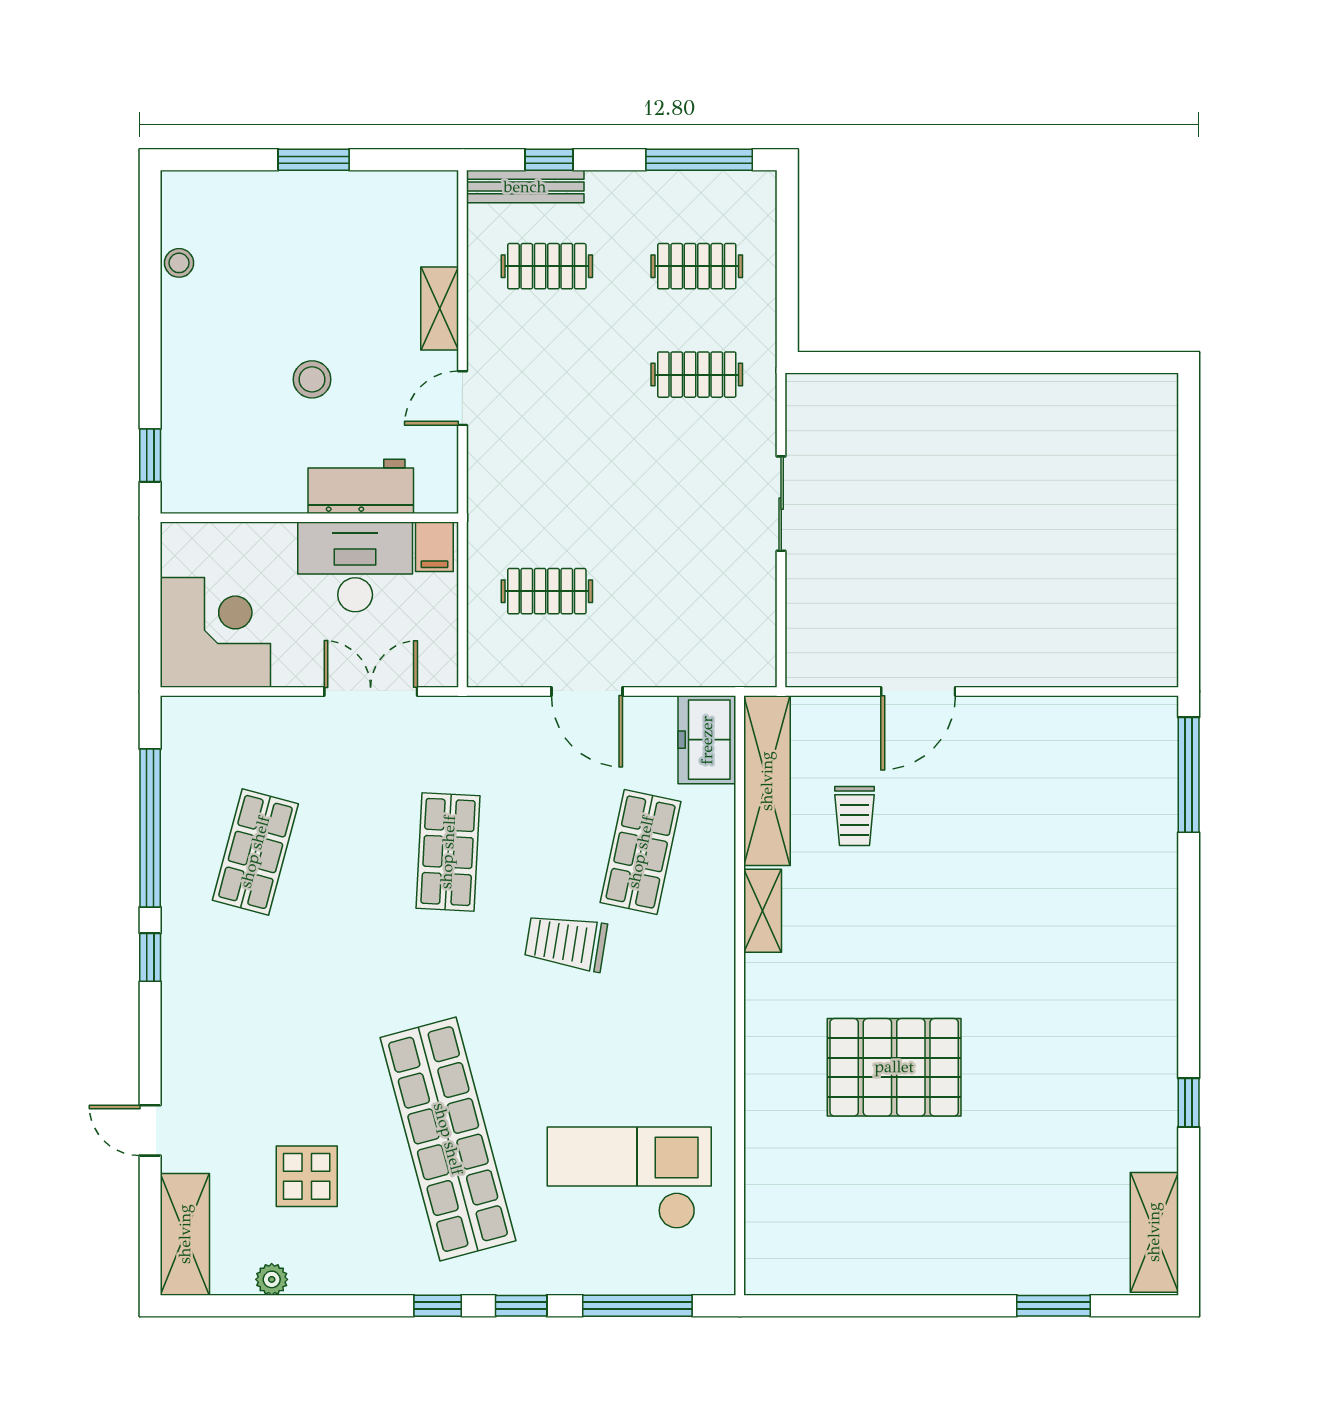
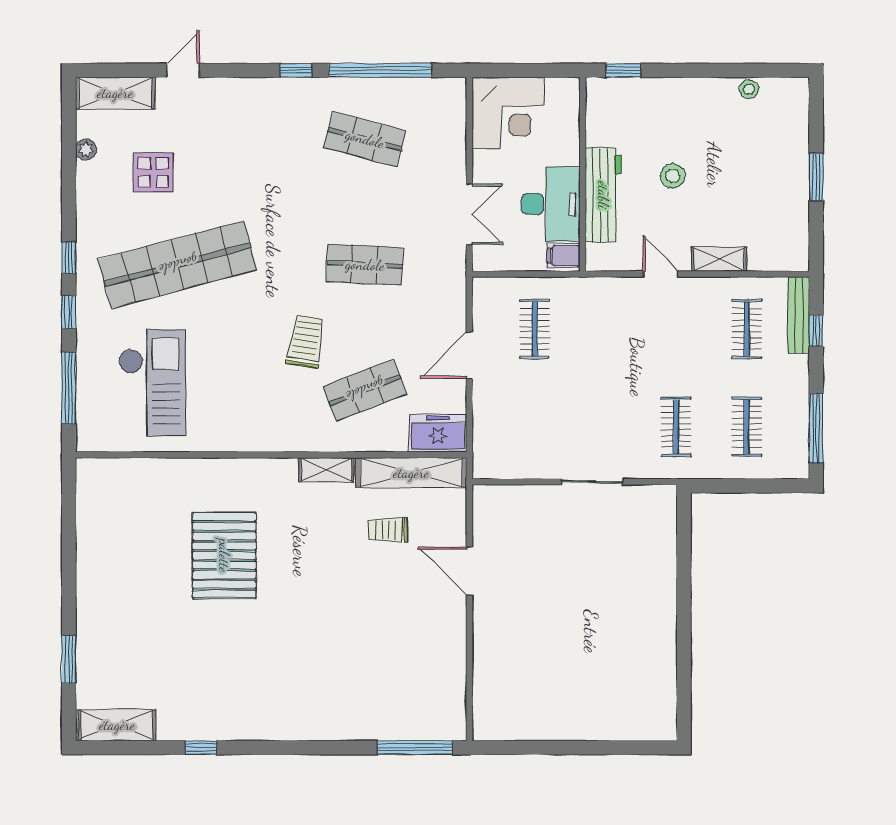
workbench: (361, 486) -> (603, 195), width x1.38
shop shelf: (641, 852) -> (365, 390), turned -33

